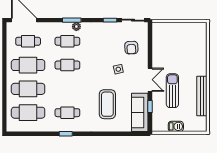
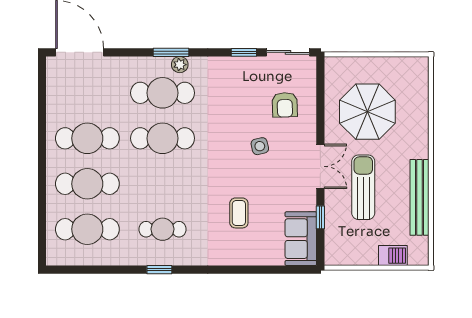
cafe table: (28, 41) -> (87, 93), removed
cafe table: (67, 41) -> (163, 93), width x1.37, depth x1.35
parasol: (175, 51) -> (367, 112), added
cafe table: (67, 65) -> (163, 138), width x1.37, depth x1.35
coffee table: (107, 104) -> (239, 213), width x0.54, depth x0.58
sofa: (140, 112) -> (301, 239), width x0.73
barbecue: (176, 126) -> (393, 256), moved

